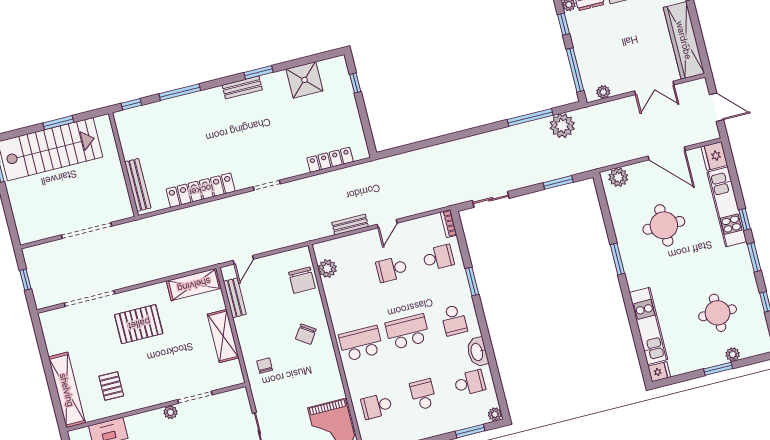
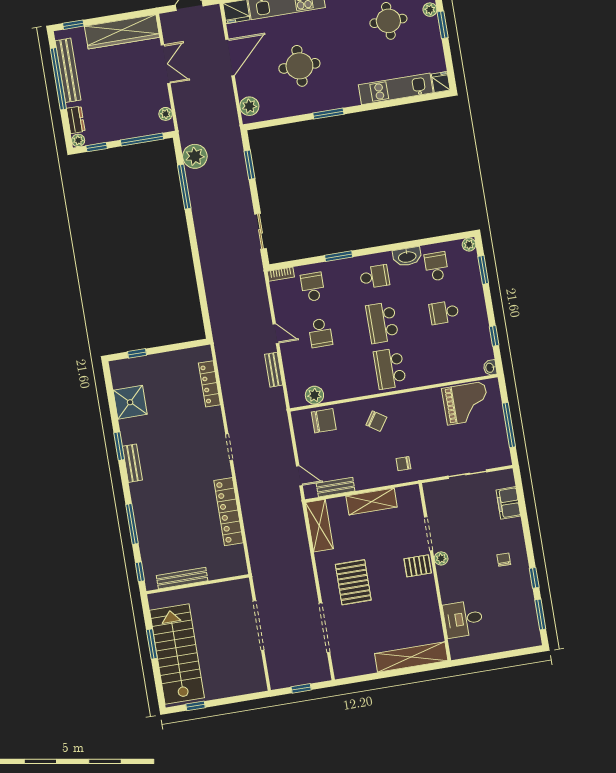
bench: (138, 185) -> (182, 578), moved
pallet: (111, 386) -> (418, 566), moved
school desk: (377, 406) -> (452, 358), removed

